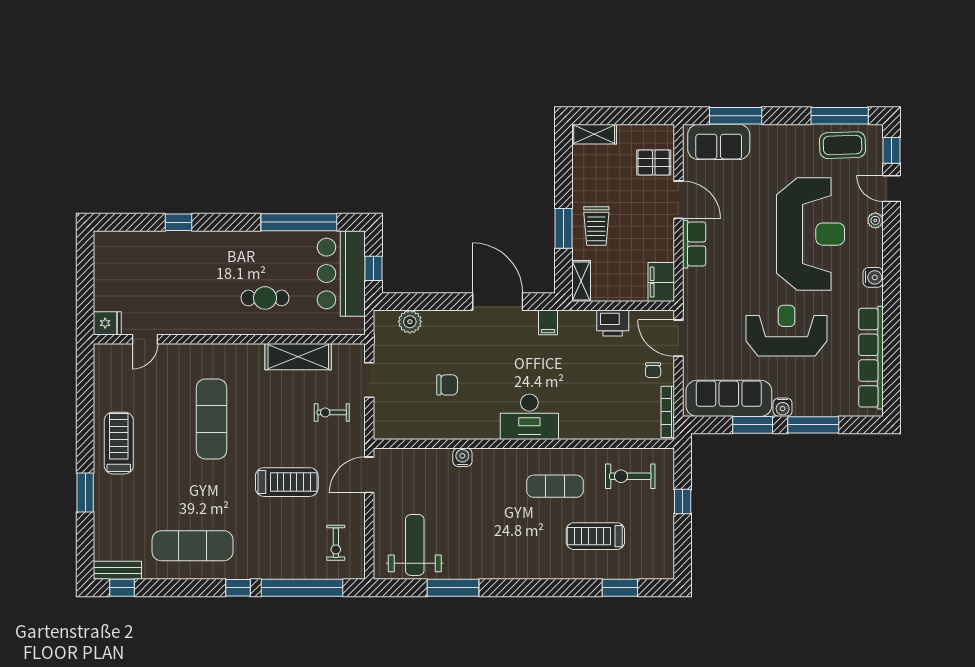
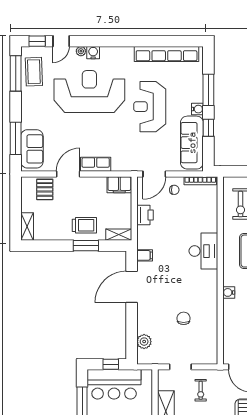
water cooler: (873, 277) -> (93, 53), moved
desk: (529, 417) -> (203, 251), moved
window: (753, 425) -> (208, 128), width x0.67
water cooler: (462, 457) -> (229, 292), moved

